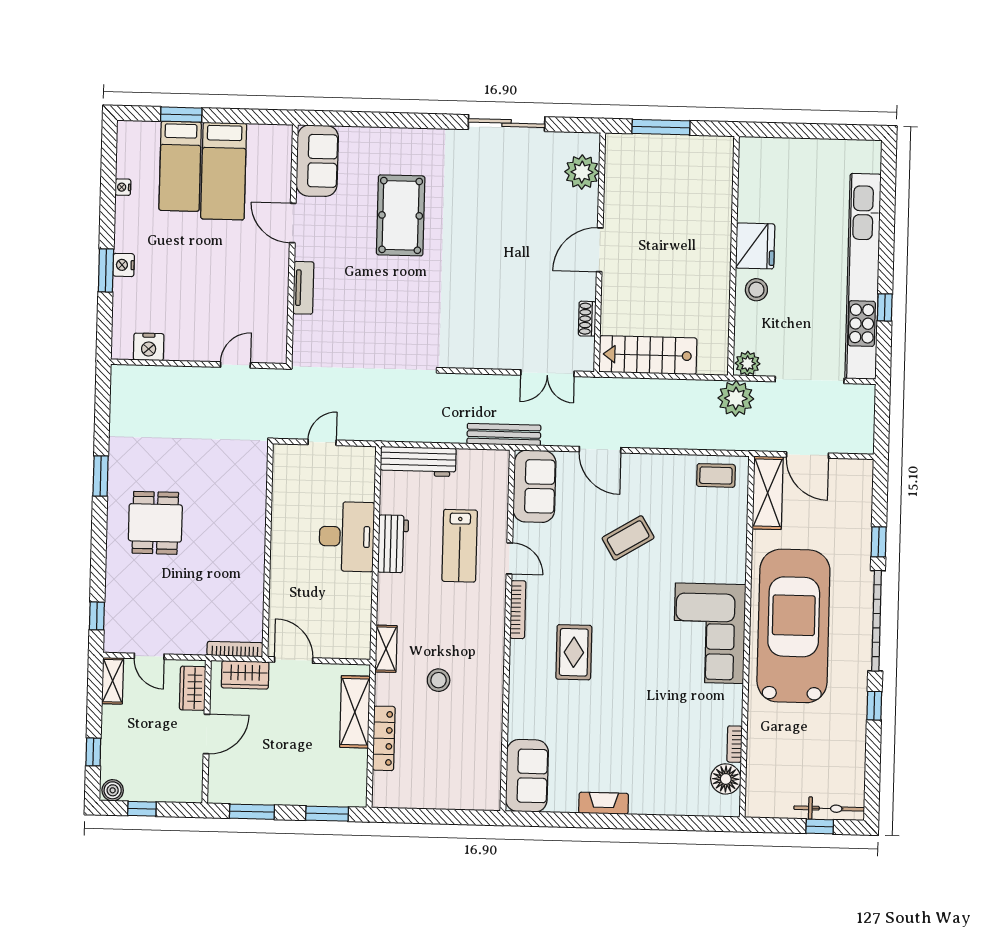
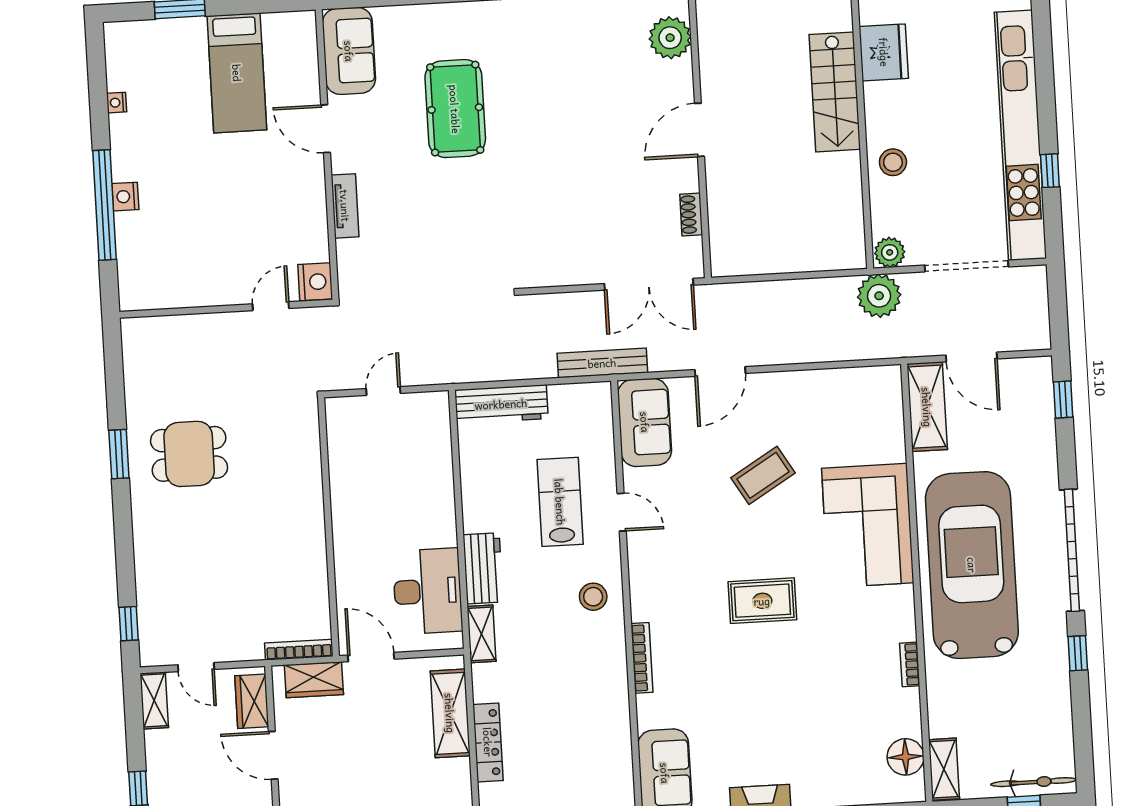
bed: (180, 166) -> (184, 71), removed
fridge: (755, 246) -> (884, 52), moved
window: (106, 270) -> (105, 205), width x2.11
nightstand: (149, 347) -> (315, 282), moved, turned -90
stairs: (648, 355) -> (835, 92), moved, turned -90
double door: (547, 373) -> (649, 284), width x1.37
door: (600, 450) -> (720, 372), hinge flipped
coffee table: (716, 475) -> (863, 391), removed
dining table: (155, 523) -> (189, 454), moved, turned 90
desk: (347, 537) -> (428, 591), moved
window: (879, 542) -> (1063, 399), moved
workbench: (393, 544) -> (483, 568), moved
lab bench: (460, 546) -> (560, 502), turned 180
bookcase: (518, 610) -> (642, 658), moved
corner sofa: (709, 633) -> (868, 525), moved
rug: (574, 652) -> (762, 601), moved, turned 90
stool: (439, 680) -> (593, 597), moved
door: (207, 734) -> (273, 755), swing flipped
bookcase: (735, 744) -> (910, 664), moved
shelving: (757, 792) -> (944, 769), added

